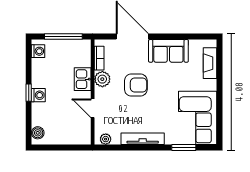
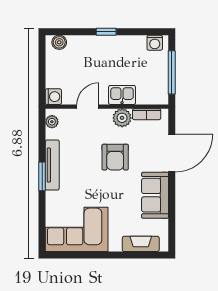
washing machine: (38, 95) -> (53, 97), moved, turned -90
window: (184, 148) -> (42, 176), moved

